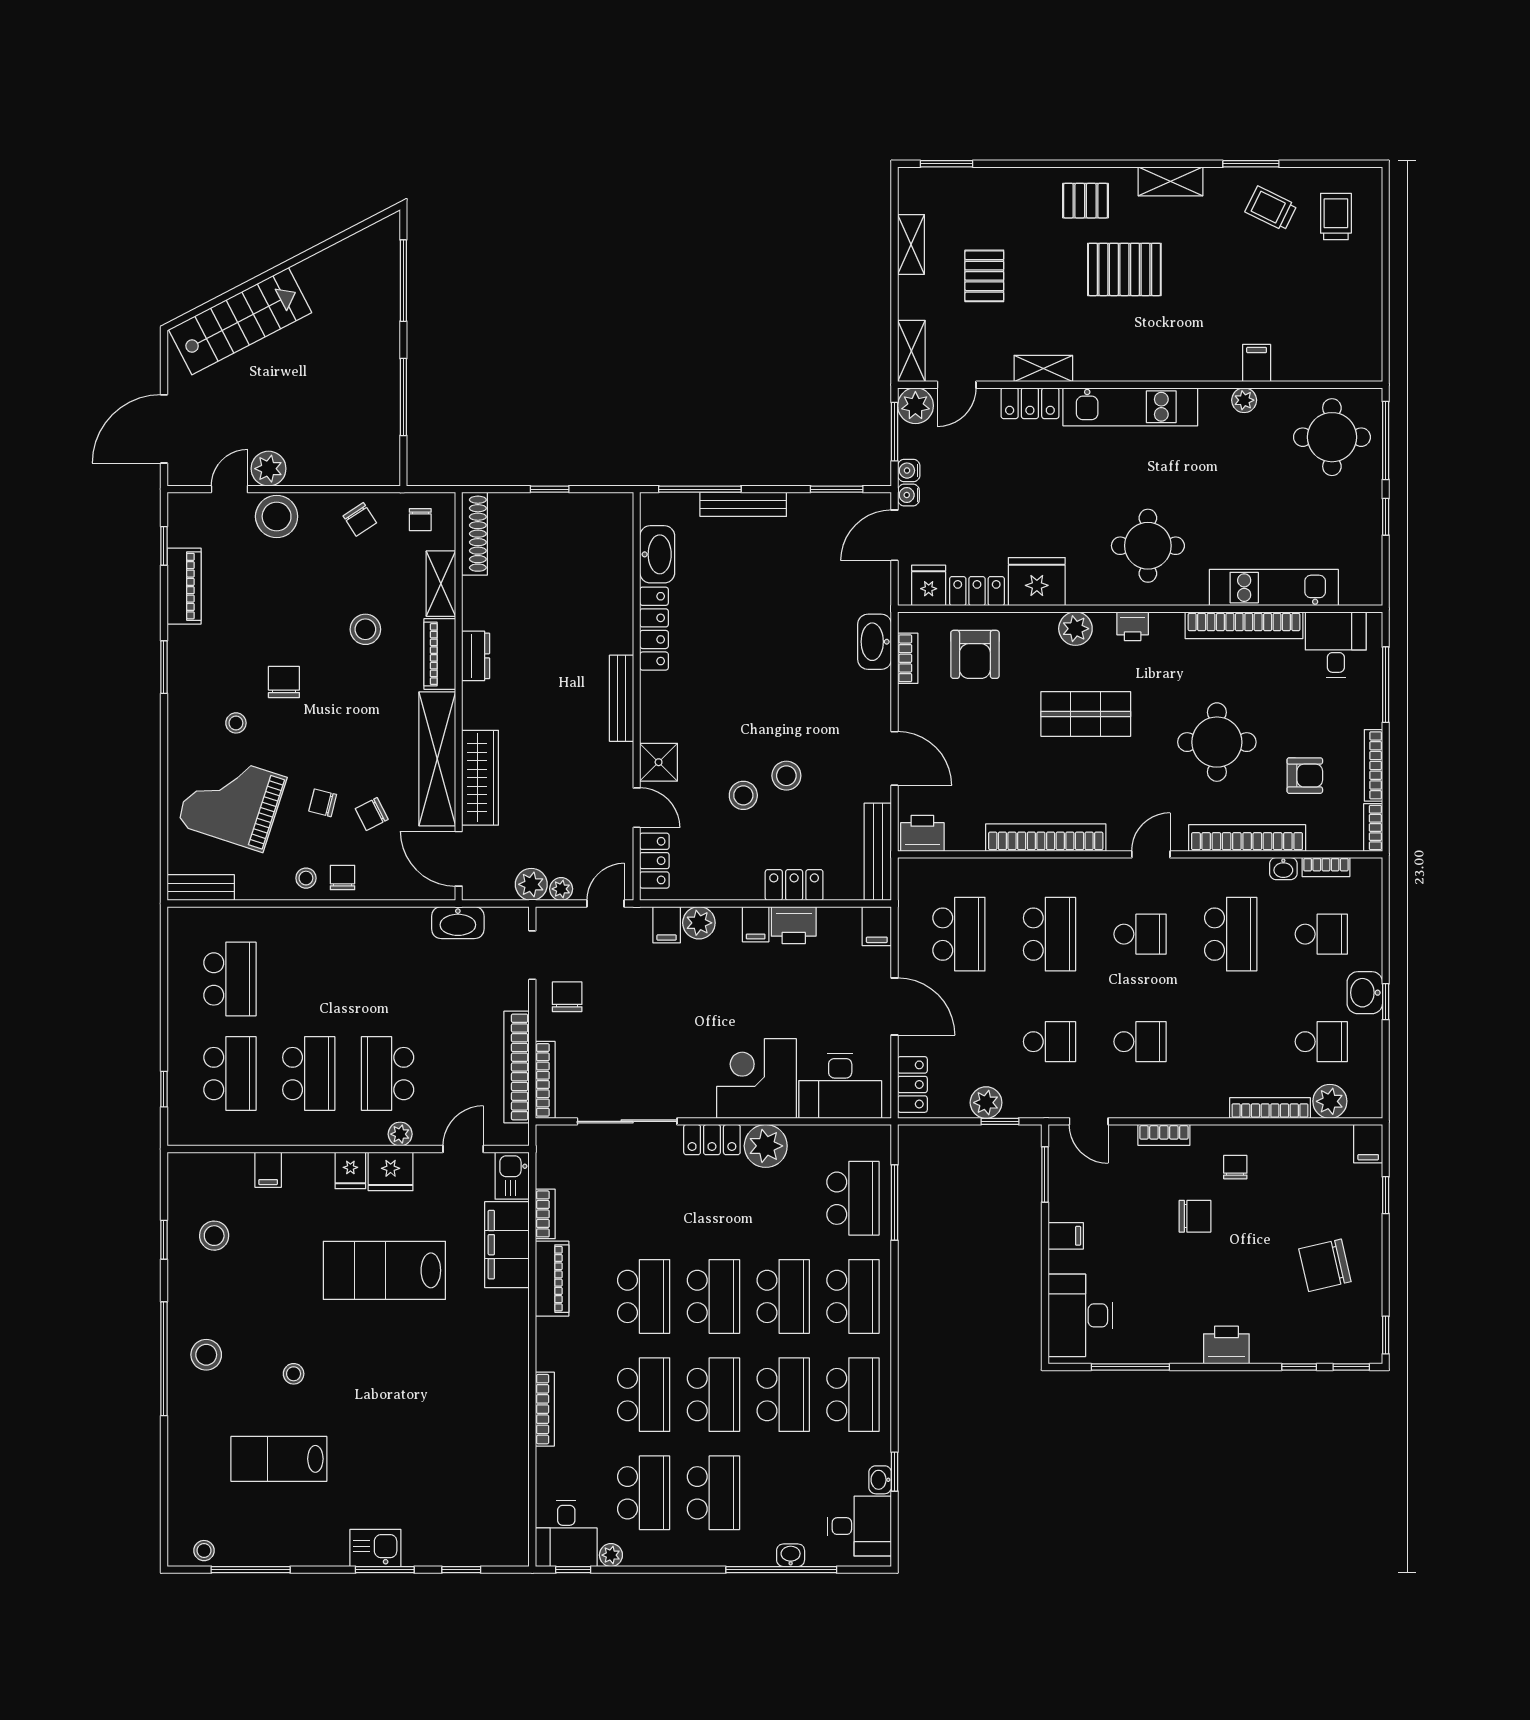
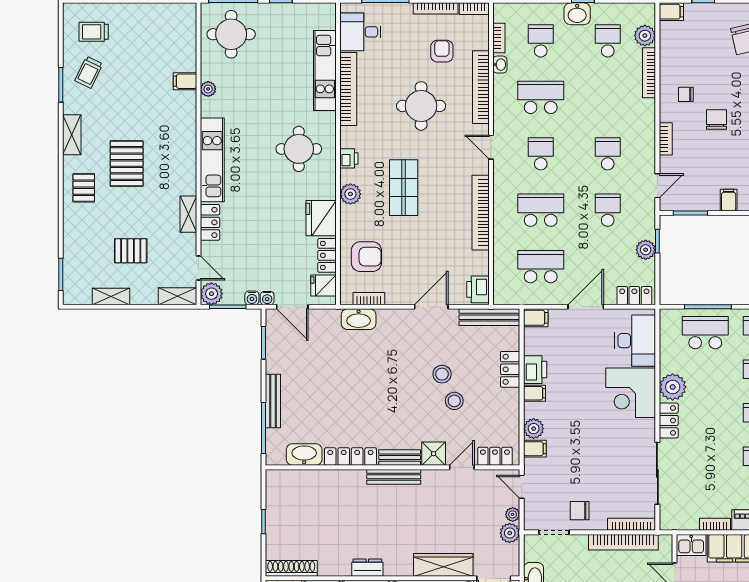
bench: (652, 708) -> (400, 458), added

